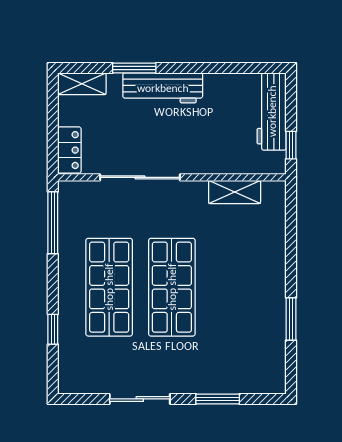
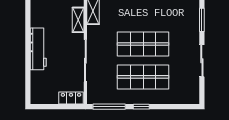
window: (134, 68) -> (28, 64), removed
shelving: (82, 84) -> (78, 20), moved
window: (53, 329) -> (141, 107), moved

